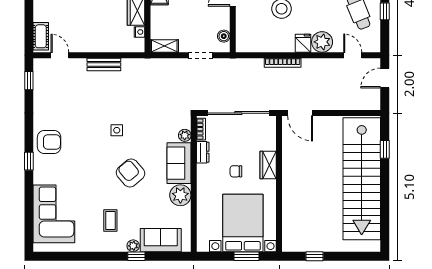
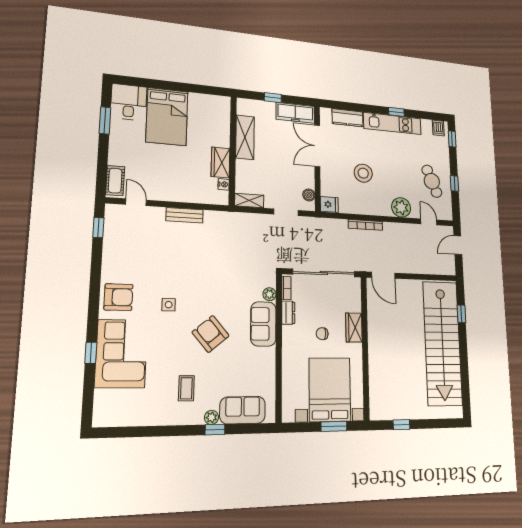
fridge: (303, 43) -> (329, 204), moved, turned 90
side table: (117, 130) -> (169, 305), moved
window: (29, 161) -> (91, 353), moved
plant: (180, 195) -> (264, 359), removed
corner sofa: (54, 214) -> (121, 354), moved

